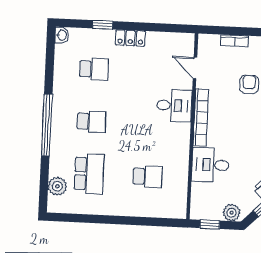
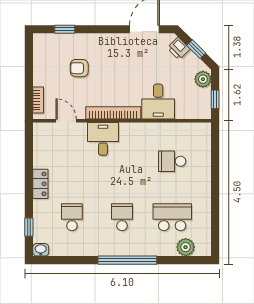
window: (103, 25) -> (29, 227), moved
bookcase: (235, 41) -> (38, 100), moved
door: (195, 68) -> (66, 121), swing flipped
school desk: (148, 177) -> (172, 161), turned -90

